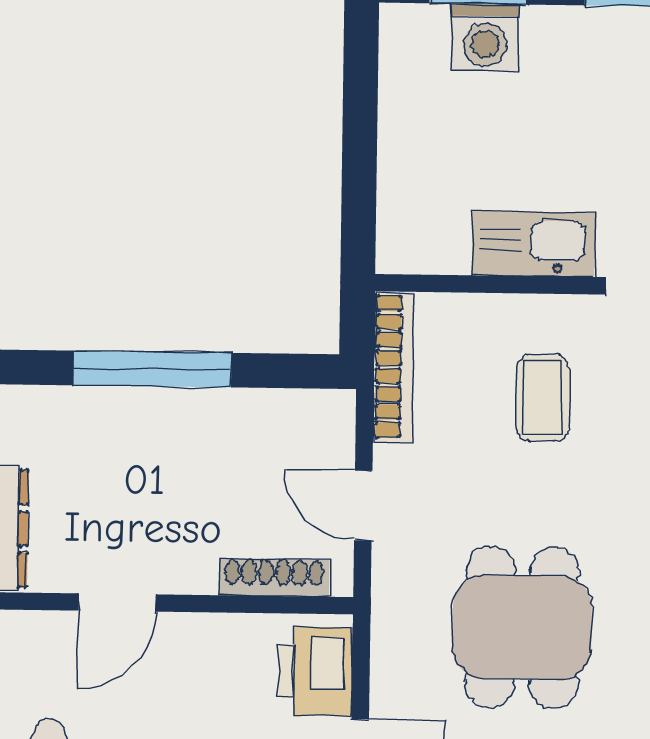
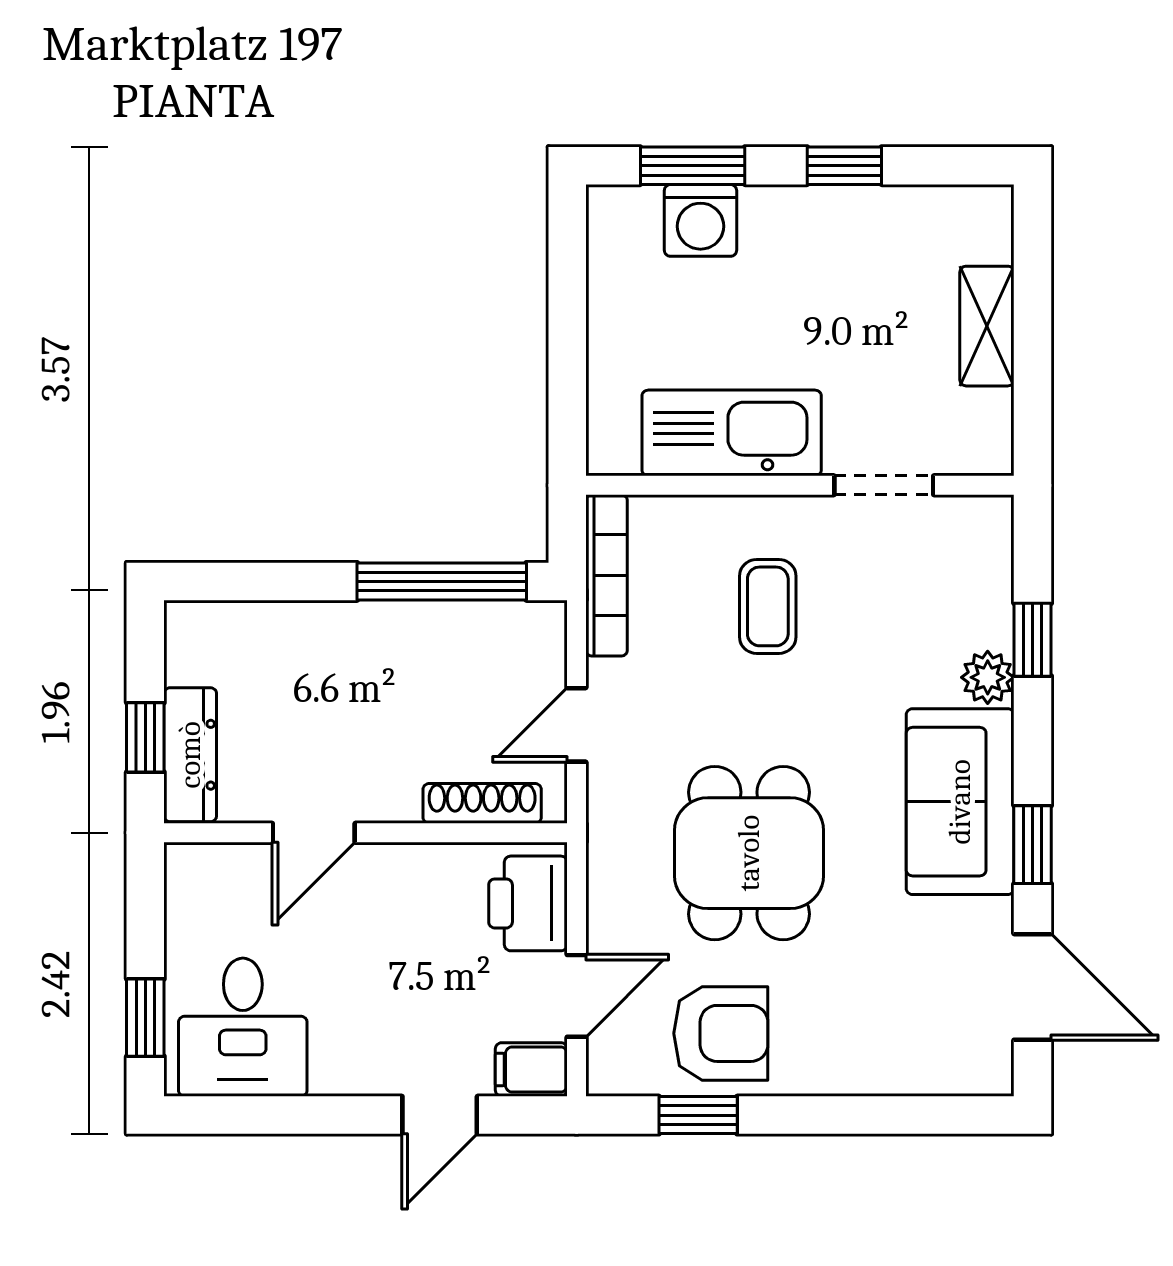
kitchen sink: (534, 244) -> (732, 433), width x1.36, depth x1.24
window: (152, 369) -> (442, 581), moved
door: (363, 506) -> (577, 725), hinge flipped

